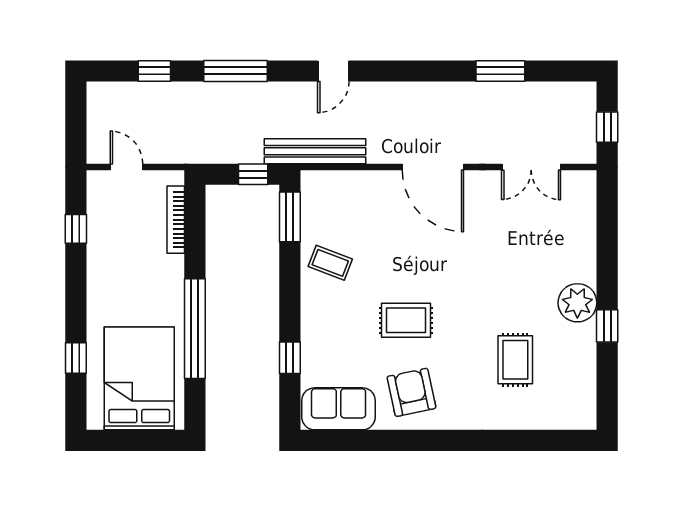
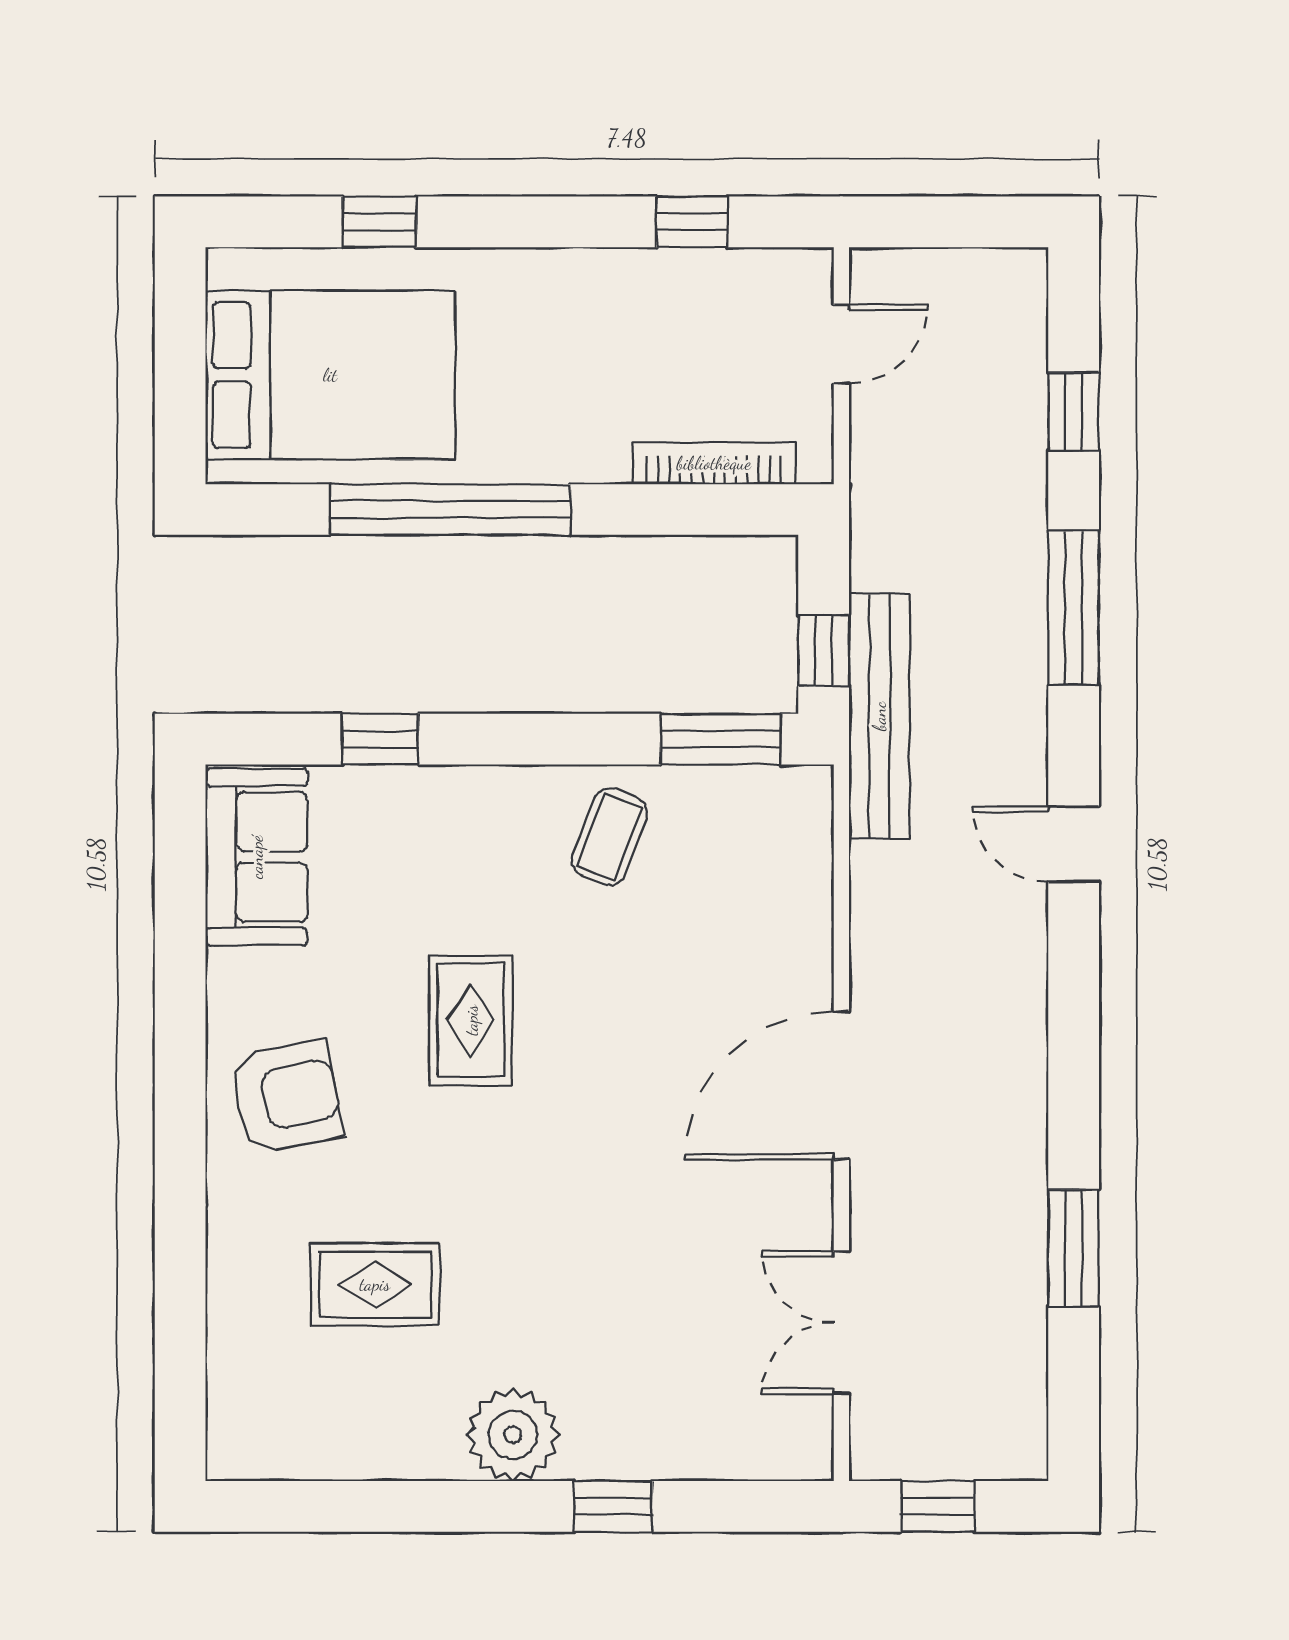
bench: (315, 151) -> (879, 716), moved
window: (607, 326) -> (613, 1506), moved
armchair: (411, 392) -> (286, 1097), moved

